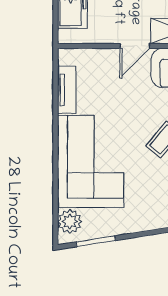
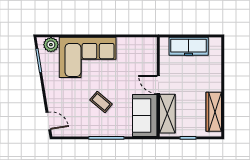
tv unit: (67, 90) -> (131, 43), removed

